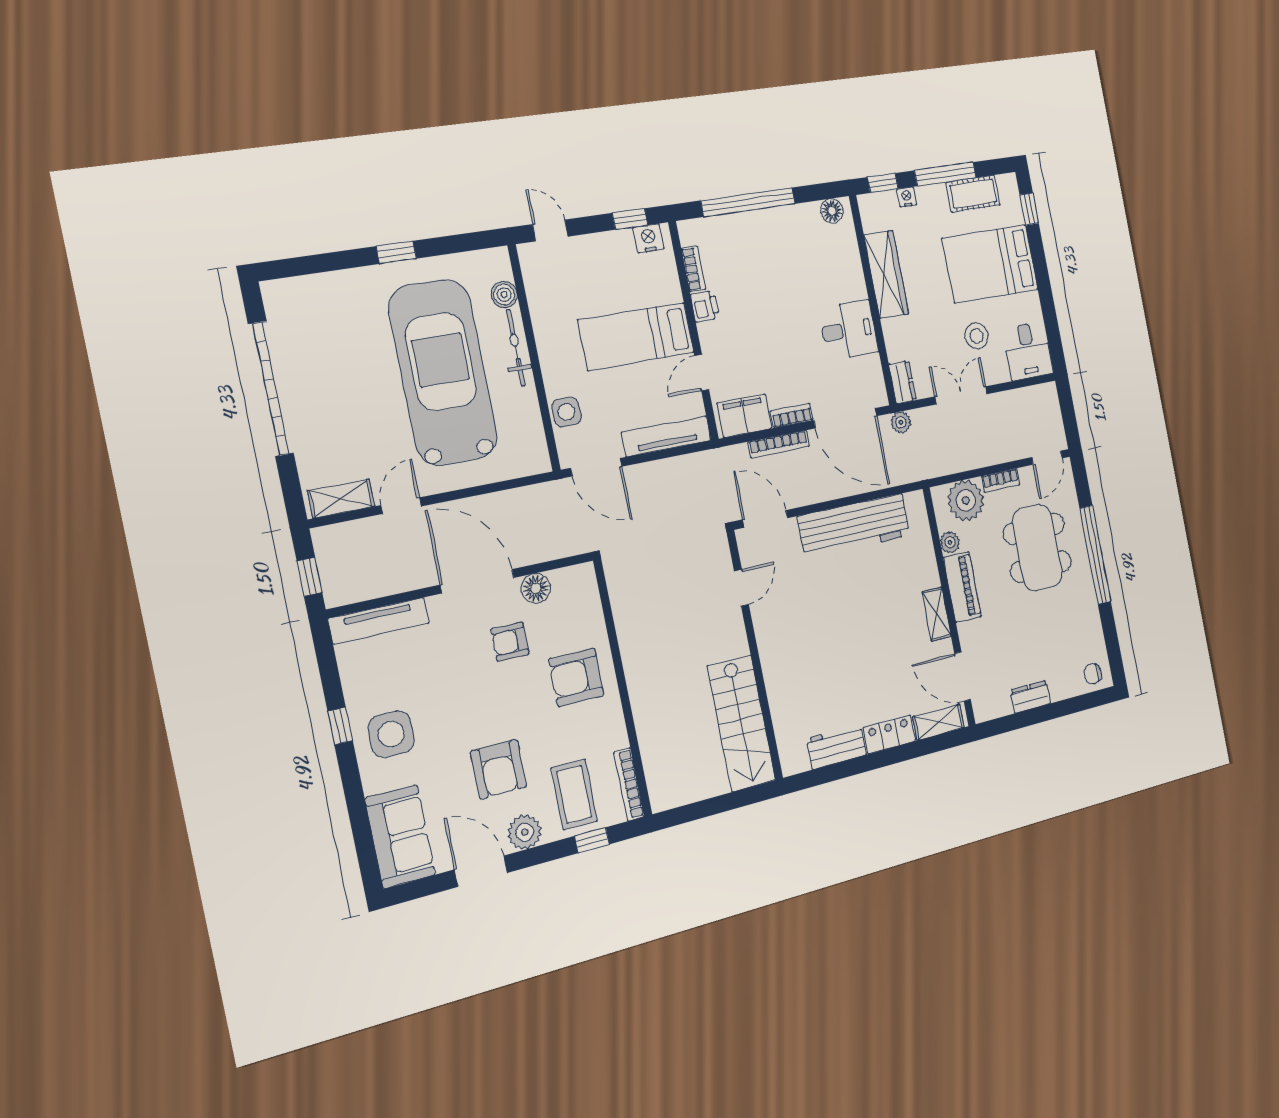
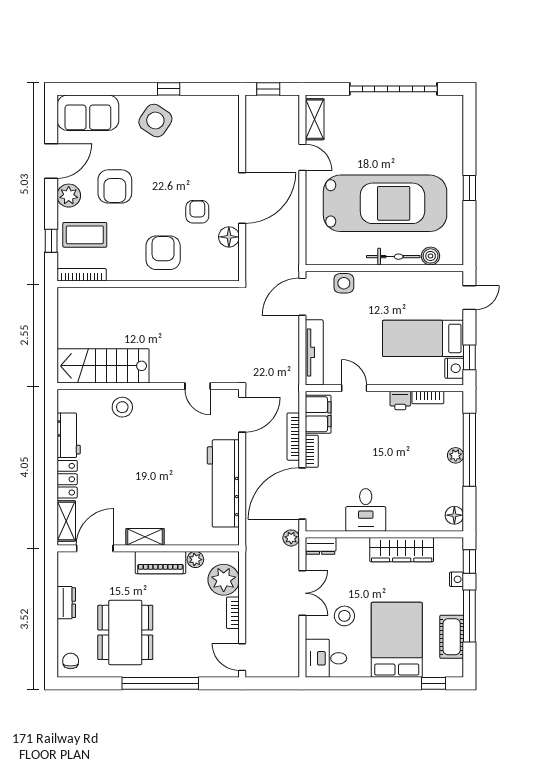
plant: (759, 220) -> (456, 455), added
bed: (636, 336) -> (423, 338), moved, turned -90
dining table: (1037, 548) -> (125, 632), moved, turned 90
tv unit: (379, 621) -> (230, 127), removed
stool: (788, 684) -> (122, 407), added
side table: (391, 734) -> (155, 121), turned 34
armchair: (498, 769) -> (115, 186), turned -90

